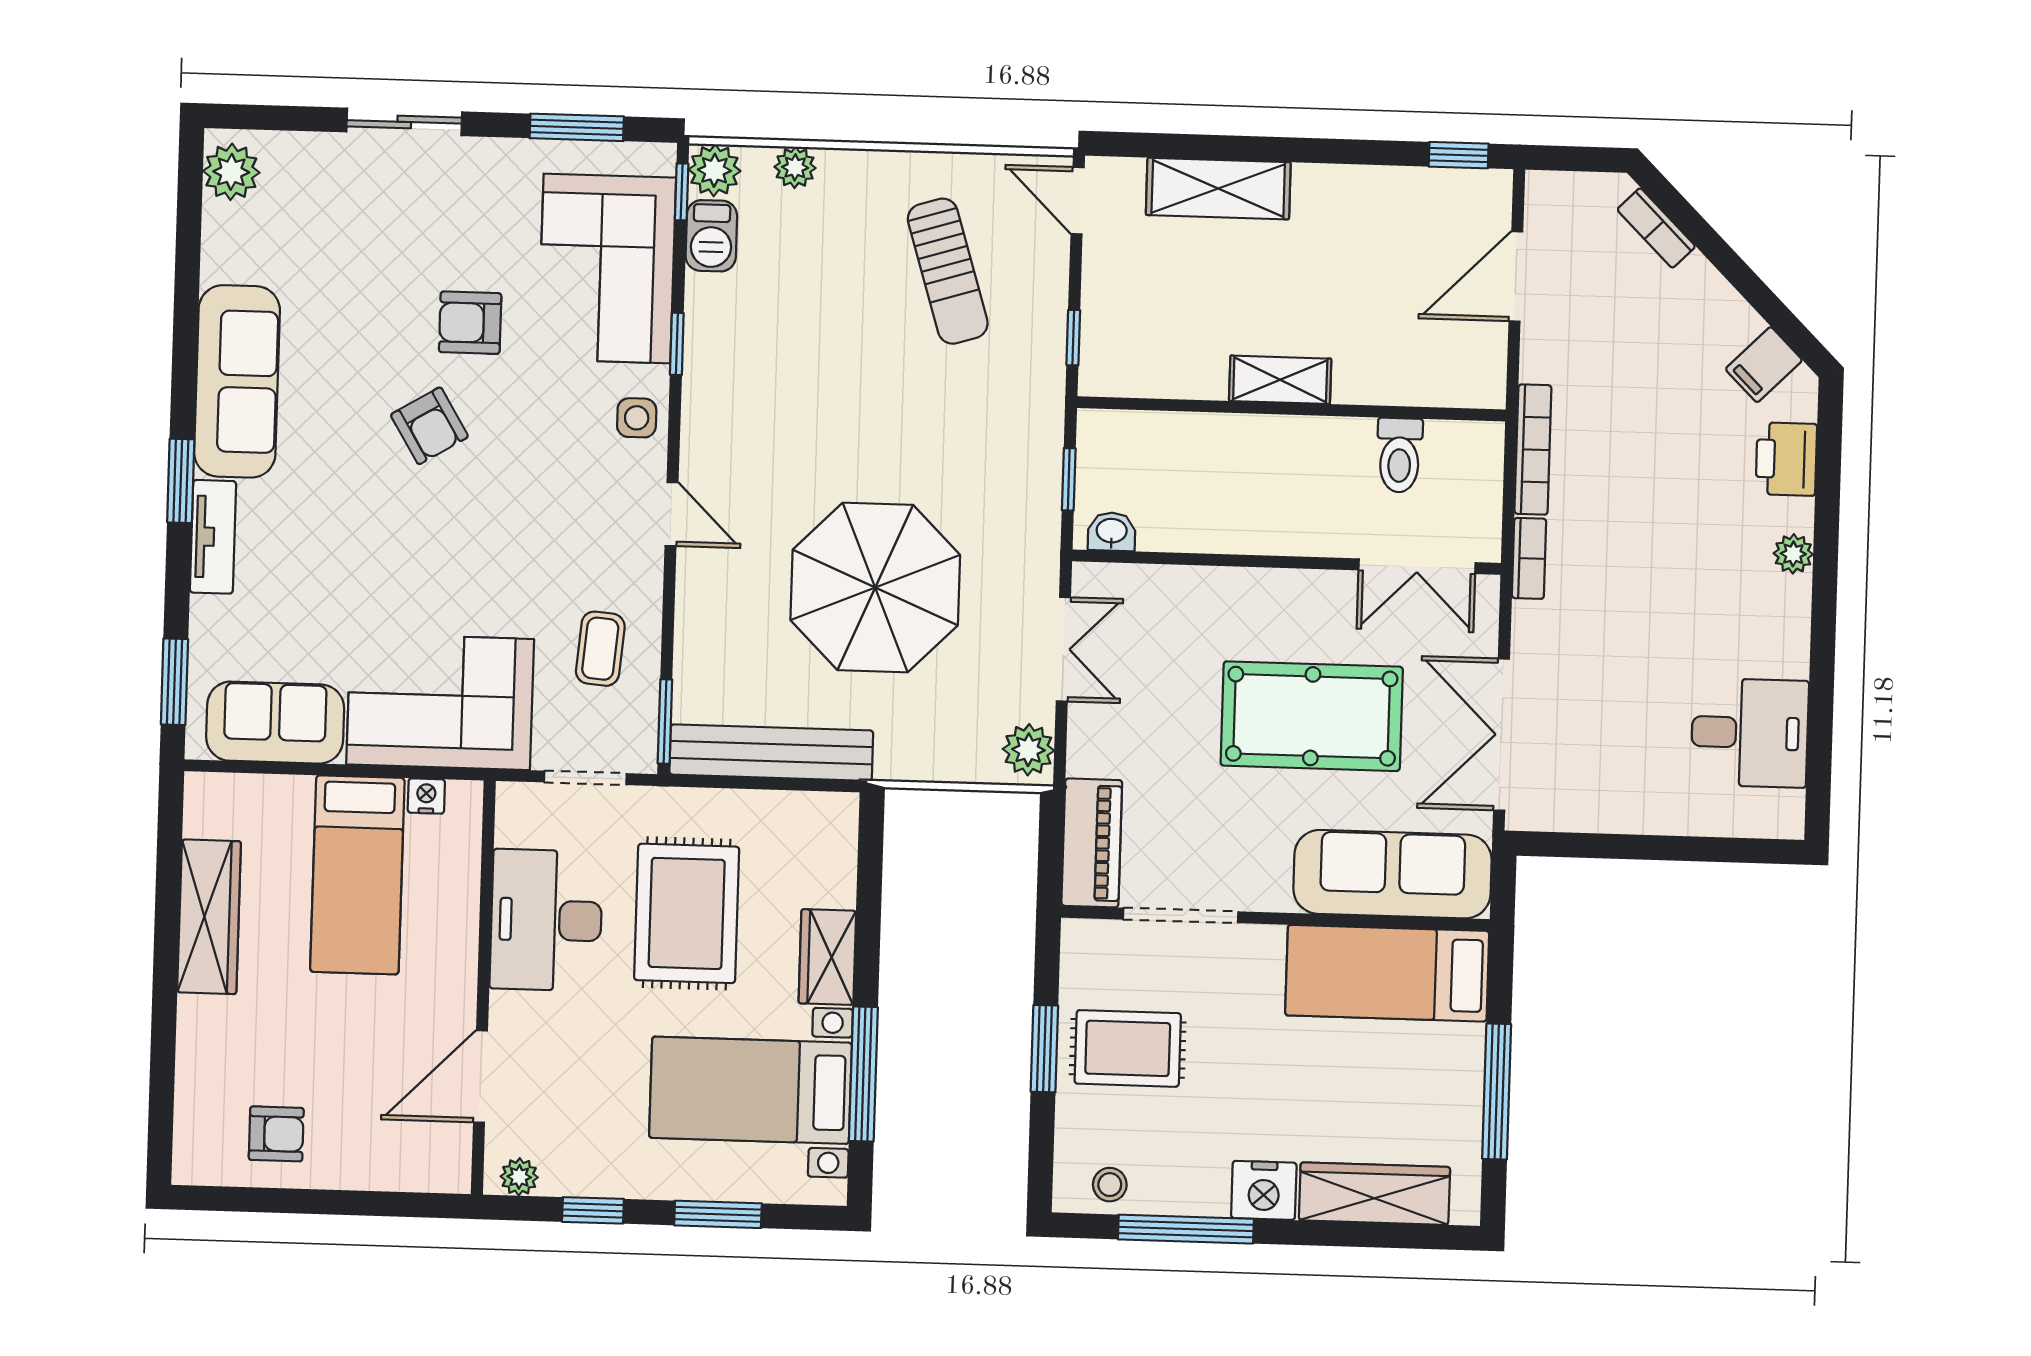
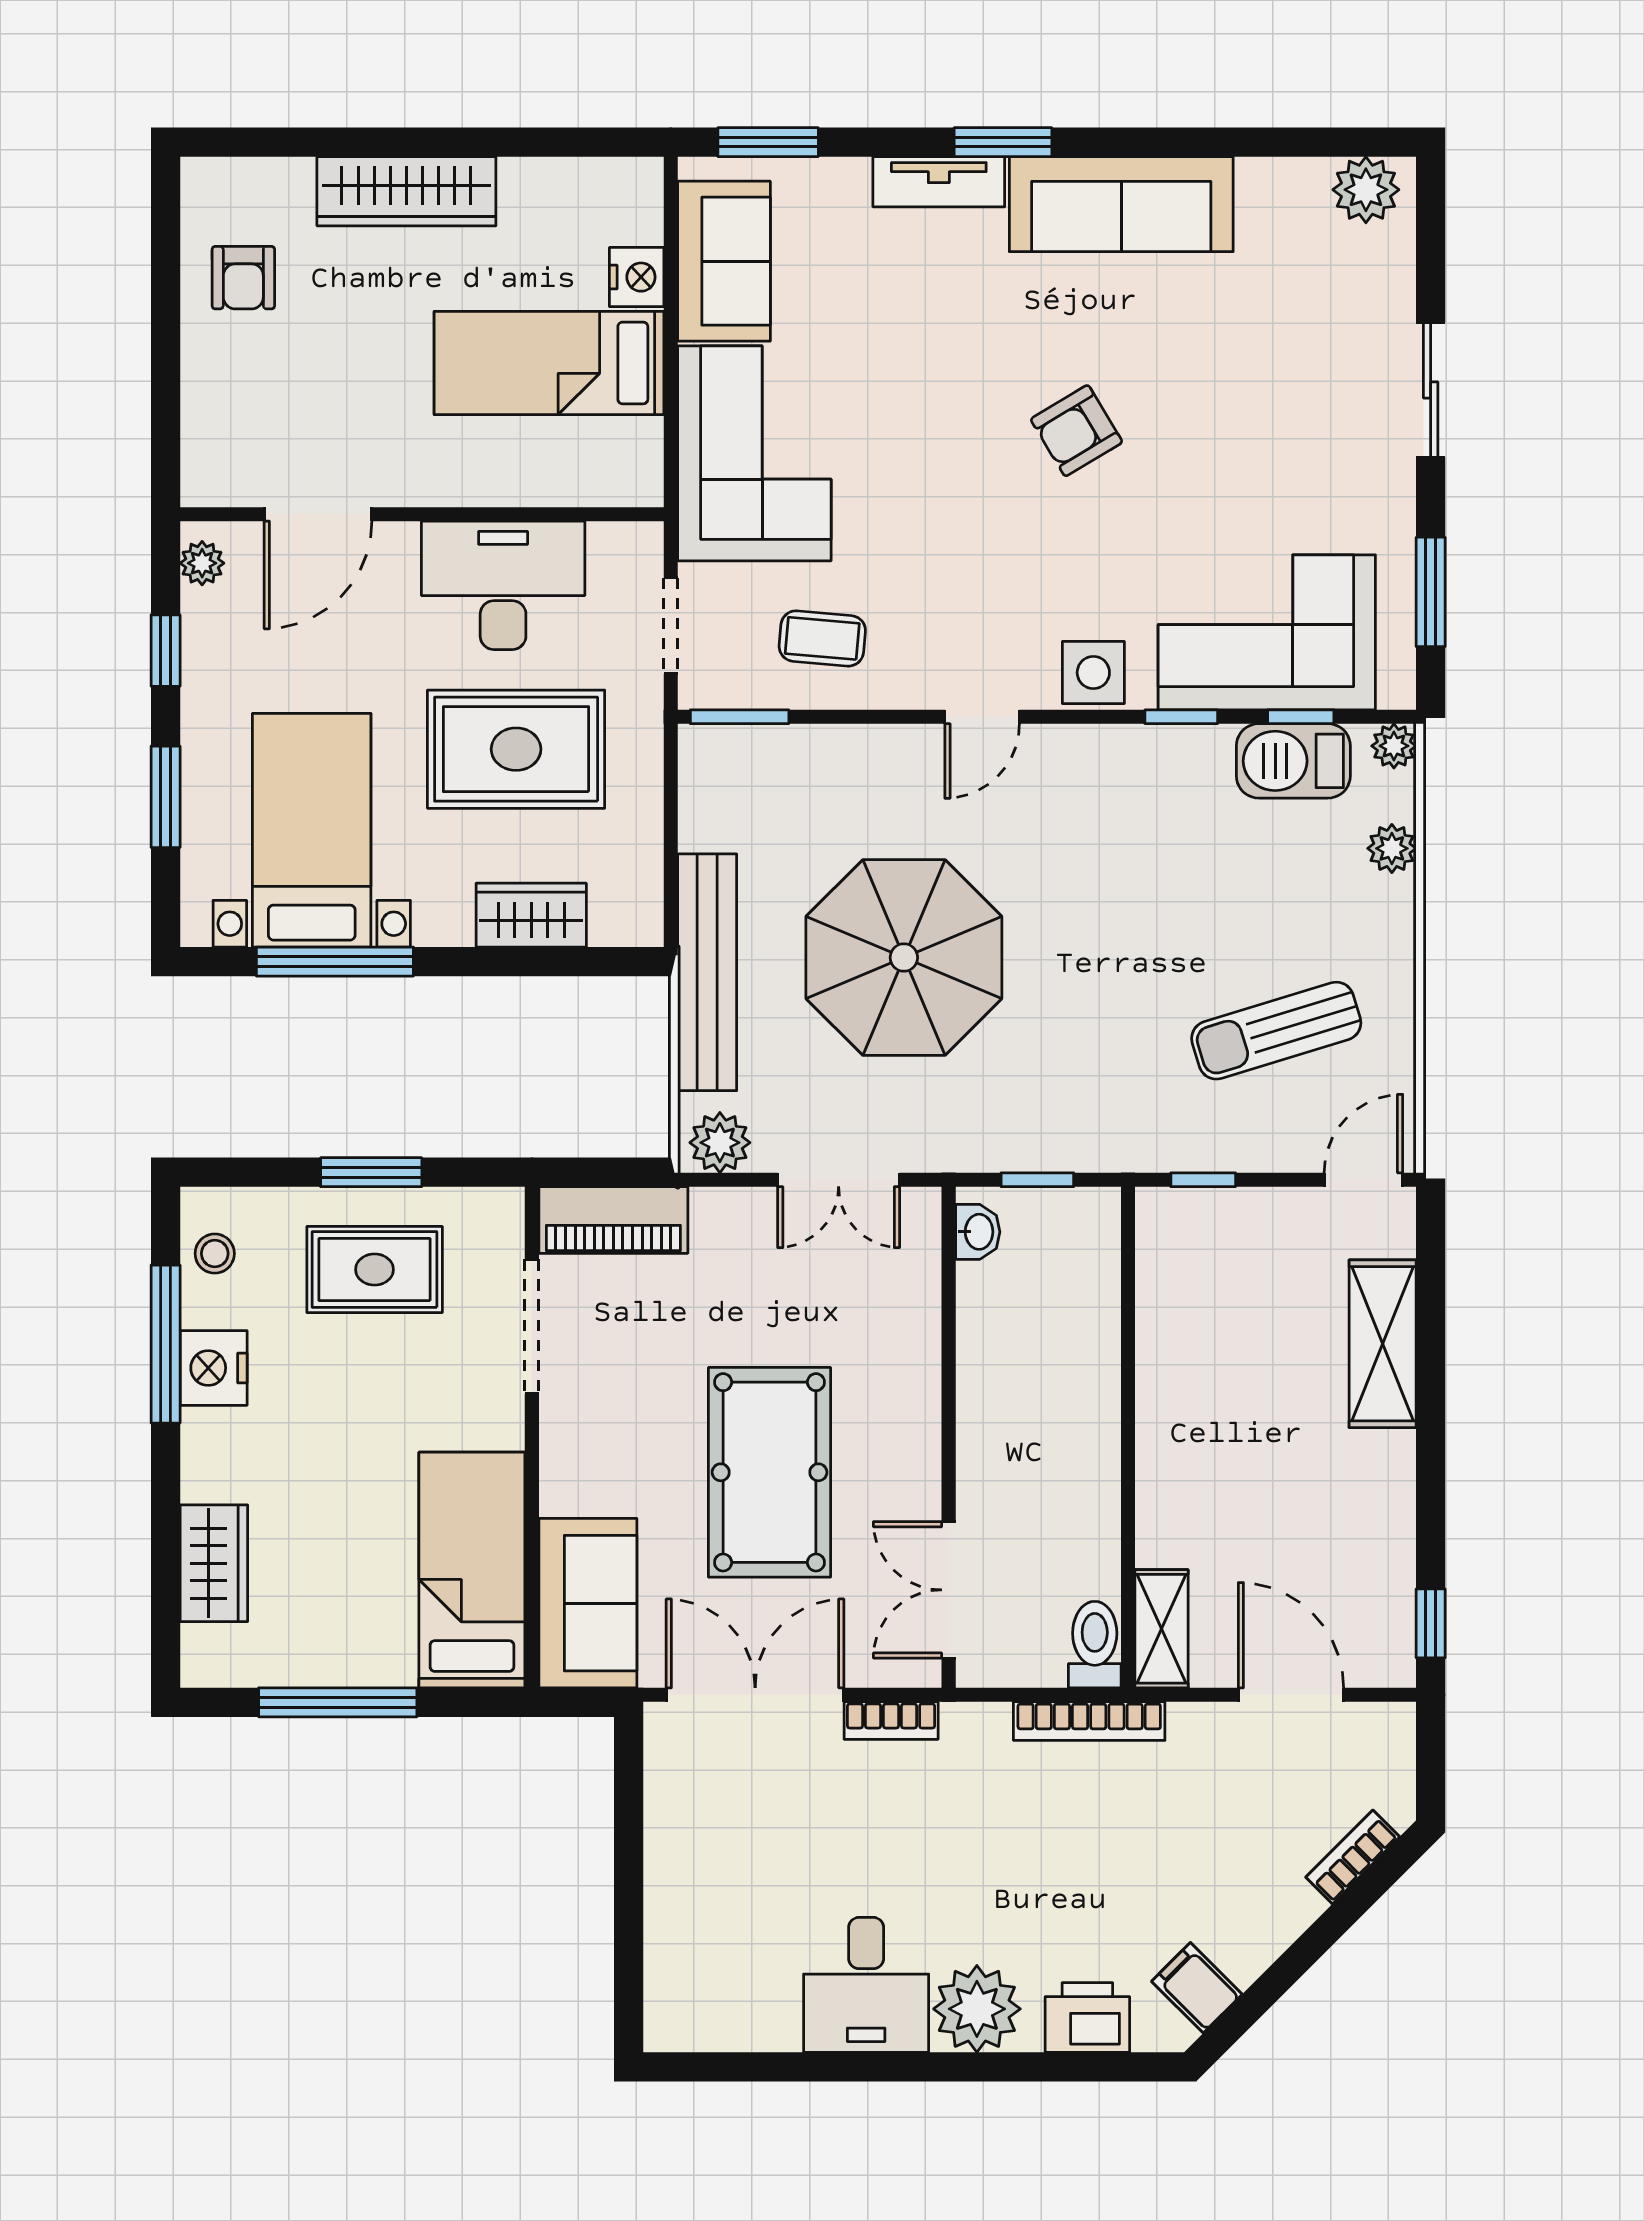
plant: (714, 170) -> (1394, 746), width x0.73, depth x0.73
window: (682, 192) -> (1301, 717), moved
barbecue: (711, 236) -> (1293, 761), width x1.38, depth x1.27
armchair: (470, 323) -> (1198, 474), removed
shelving: (1280, 380) -> (1161, 1629), moved
side table: (637, 418) -> (1093, 673), width x1.37, depth x1.37
toilet: (1399, 455) -> (1095, 1645), moved, turned 90
plant: (1793, 554) -> (977, 2009), width x1.87, depth x1.87
bookcase: (1529, 558) -> (891, 1721), moved
desk: (1750, 733) -> (866, 1985), moved
bench: (771, 753) -> (707, 972), moved
nightstand: (426, 796) -> (637, 277), moved, width x1.39, depth x1.35
sofa: (1392, 874) -> (588, 1603), width x0.73
wardrobe: (209, 917) -> (406, 191), moved
wardrobe: (827, 957) -> (531, 915), moved
rug: (1128, 1048) -> (375, 1270), turned 90
door: (480, 1076) -> (318, 514), swing flipped
nightstand: (1264, 1190) -> (214, 1368), moved
wardrobe: (1374, 1194) -> (214, 1563), width x0.67

